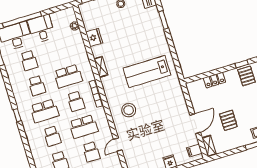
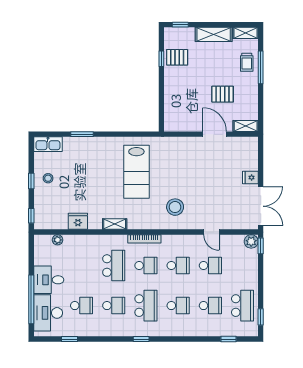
locker: (214, 80) -> (171, 96), removed
school desk: (84, 127) -> (178, 266), width x0.54
filing cabinet: (194, 151) -> (246, 145), removed

